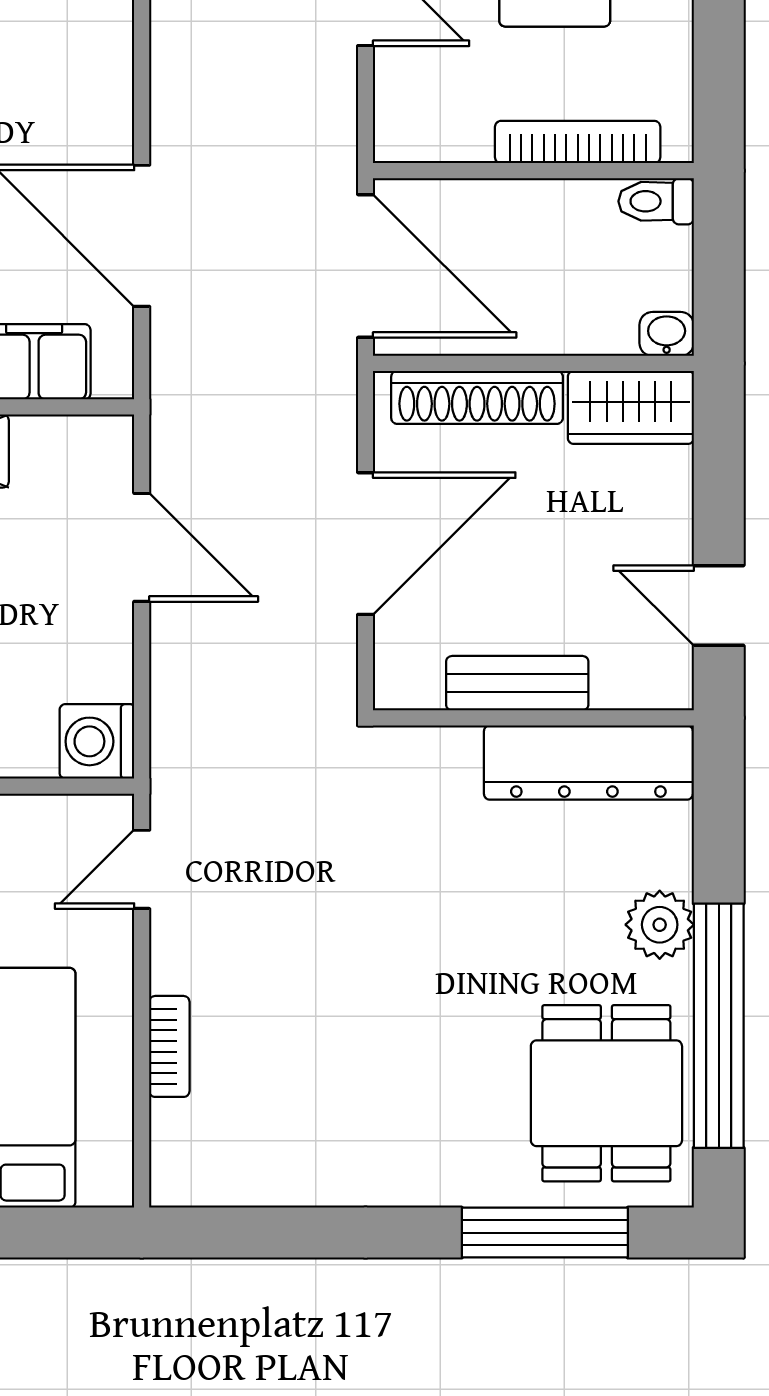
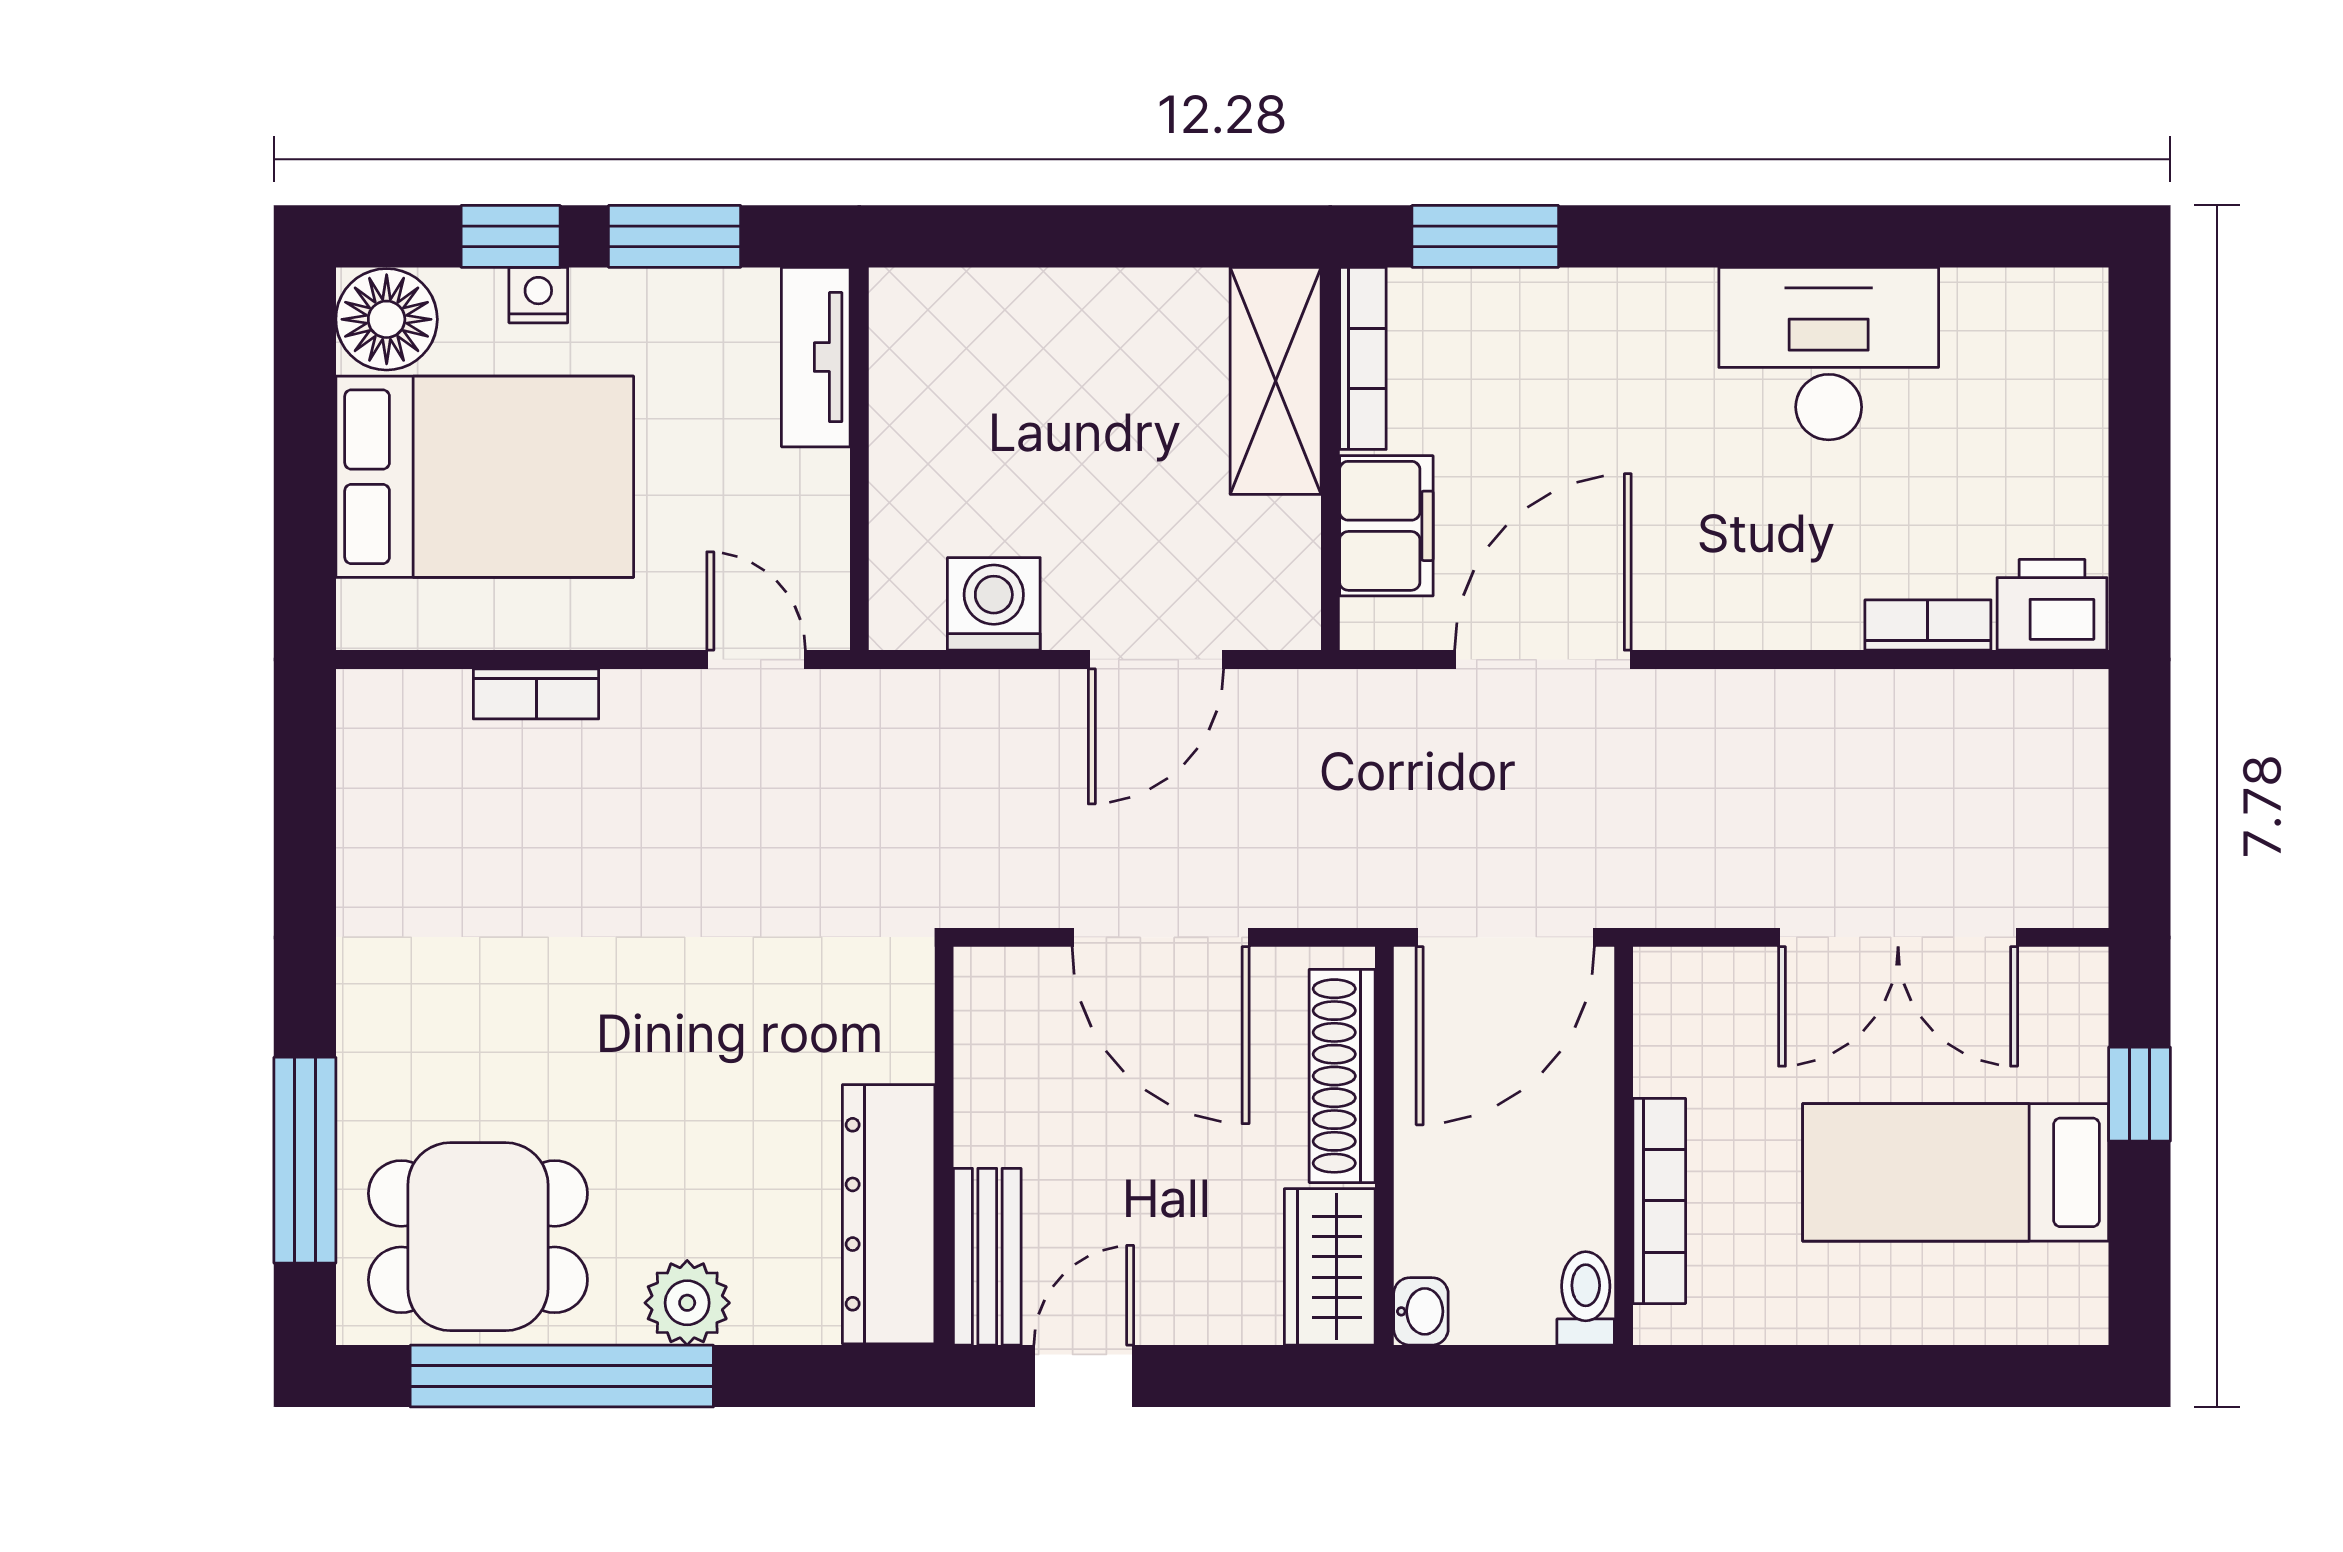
bench: (517, 683) -> (987, 1257), moved
washing machine: (97, 741) -> (994, 604), moved

